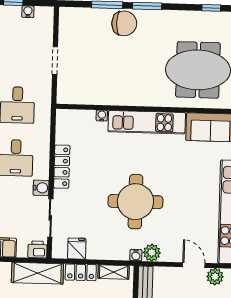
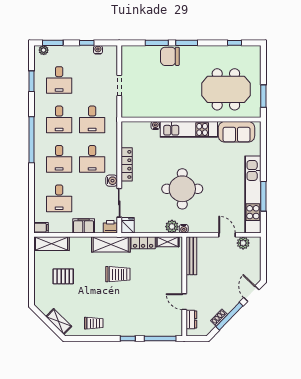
chair: (124, 23) -> (170, 56), turned 180
fridge: (77, 249) -> (128, 225), moved
plant: (152, 253) -> (172, 227), moved

